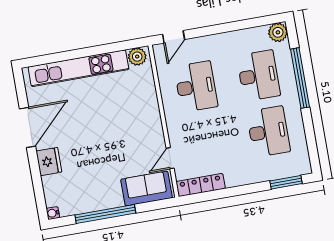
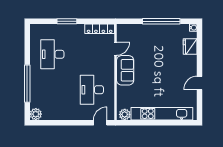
desk: (258, 76) -> (52, 90), removed
door: (28, 127) -> (200, 83), width x0.53
fridge: (49, 162) -> (190, 46), moved
window: (286, 182) -> (67, 21), moved
sofa: (146, 189) -> (125, 70), moved, turned -90

